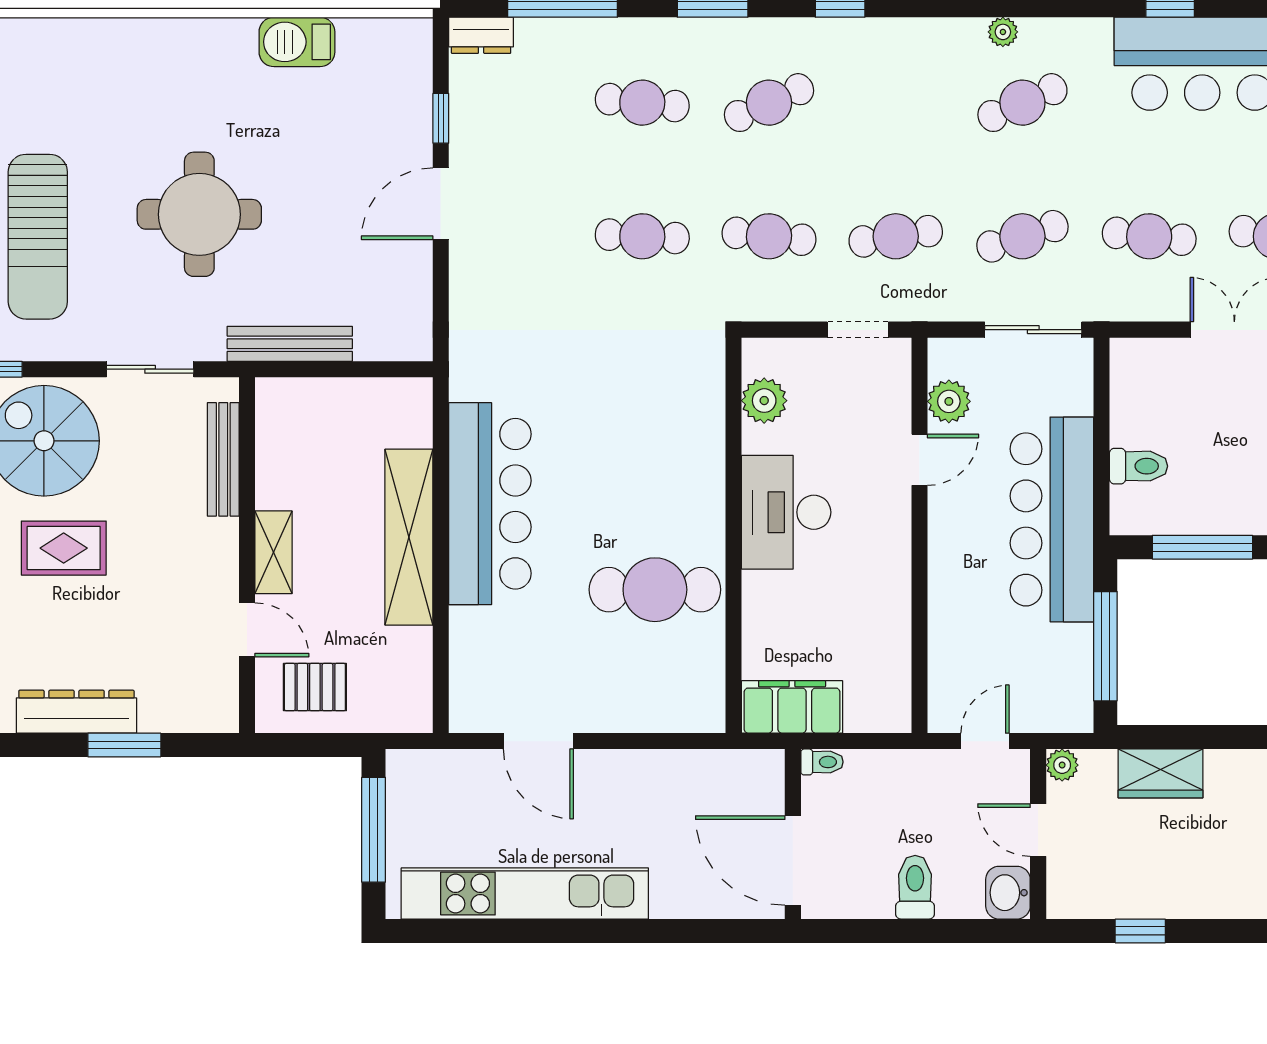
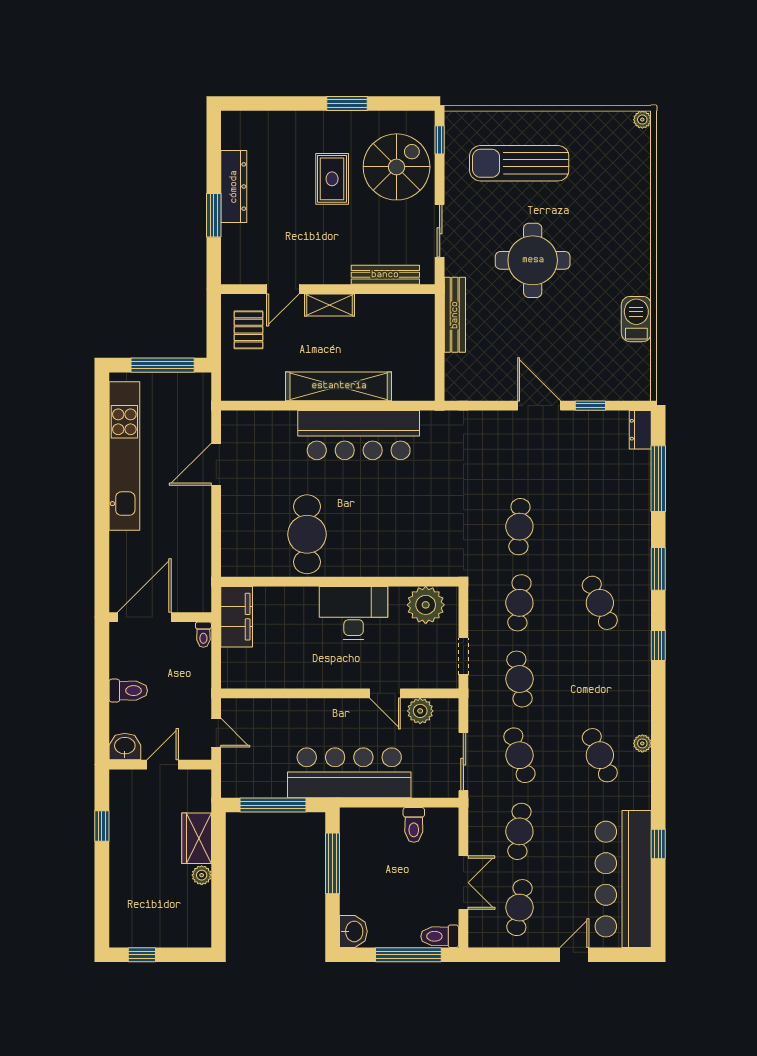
cafe table: (642, 103) -> (600, 527), removed
plant: (764, 401) -> (426, 605), width x1.36, depth x1.36
toilet: (1139, 466) -> (414, 825), moved
plant: (1062, 765) -> (202, 875), moved

